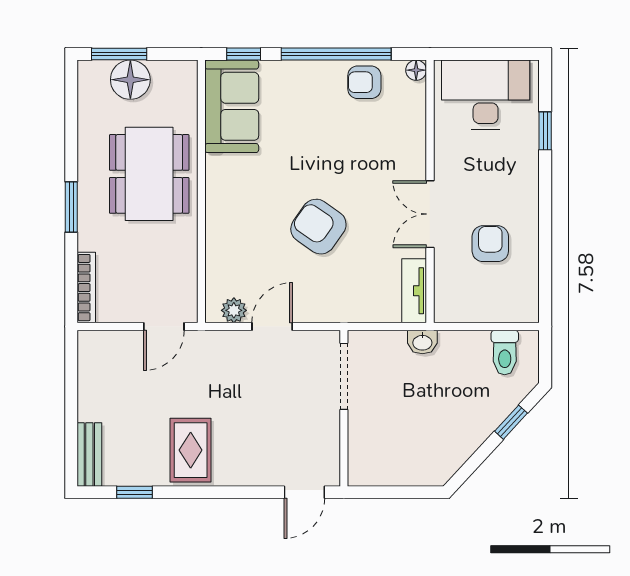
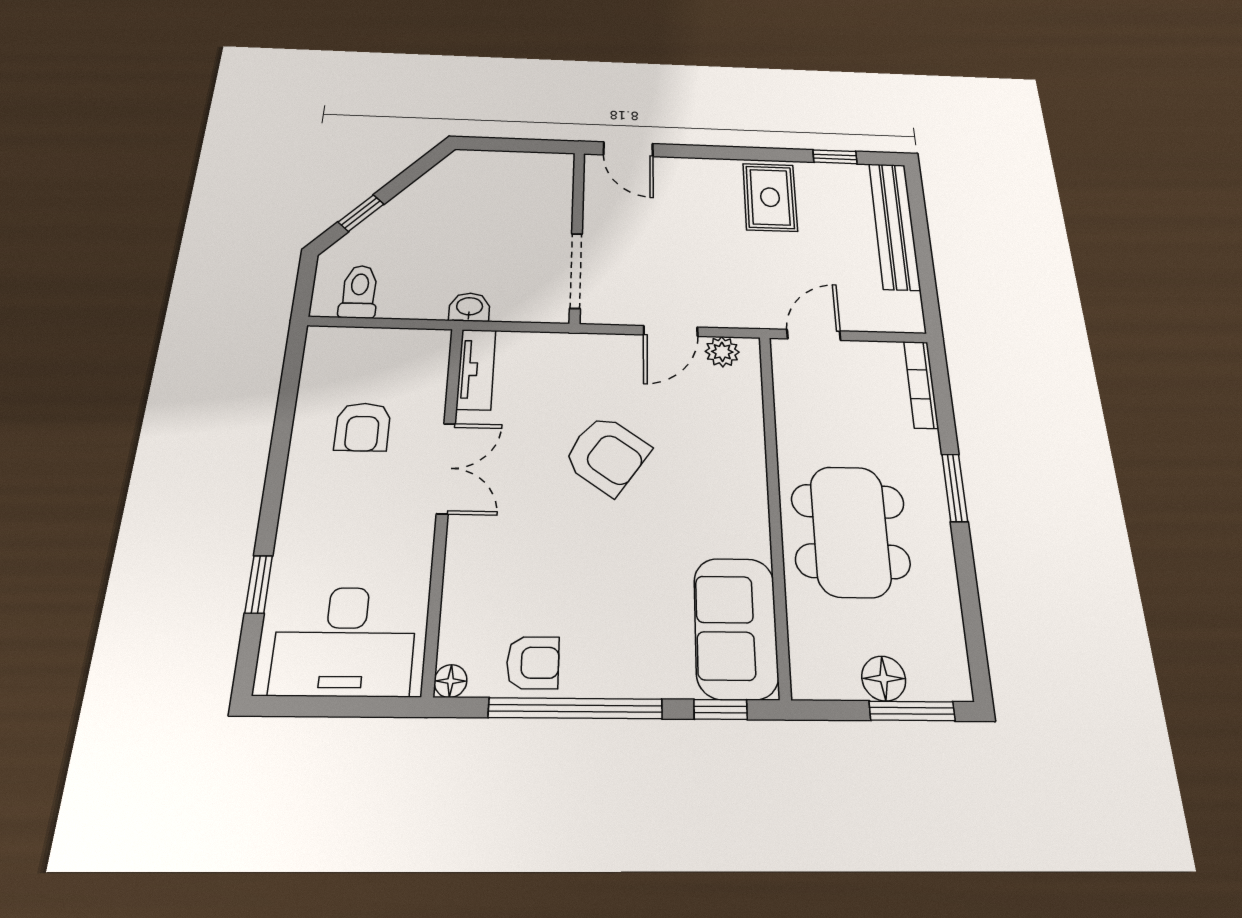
floor lamp: (130, 80) -> (884, 679), width x0.73, depth x0.73
bench: (89, 454) -> (894, 226), width x1.86, depth x1.21
door: (304, 492) -> (628, 149), swing flipped

